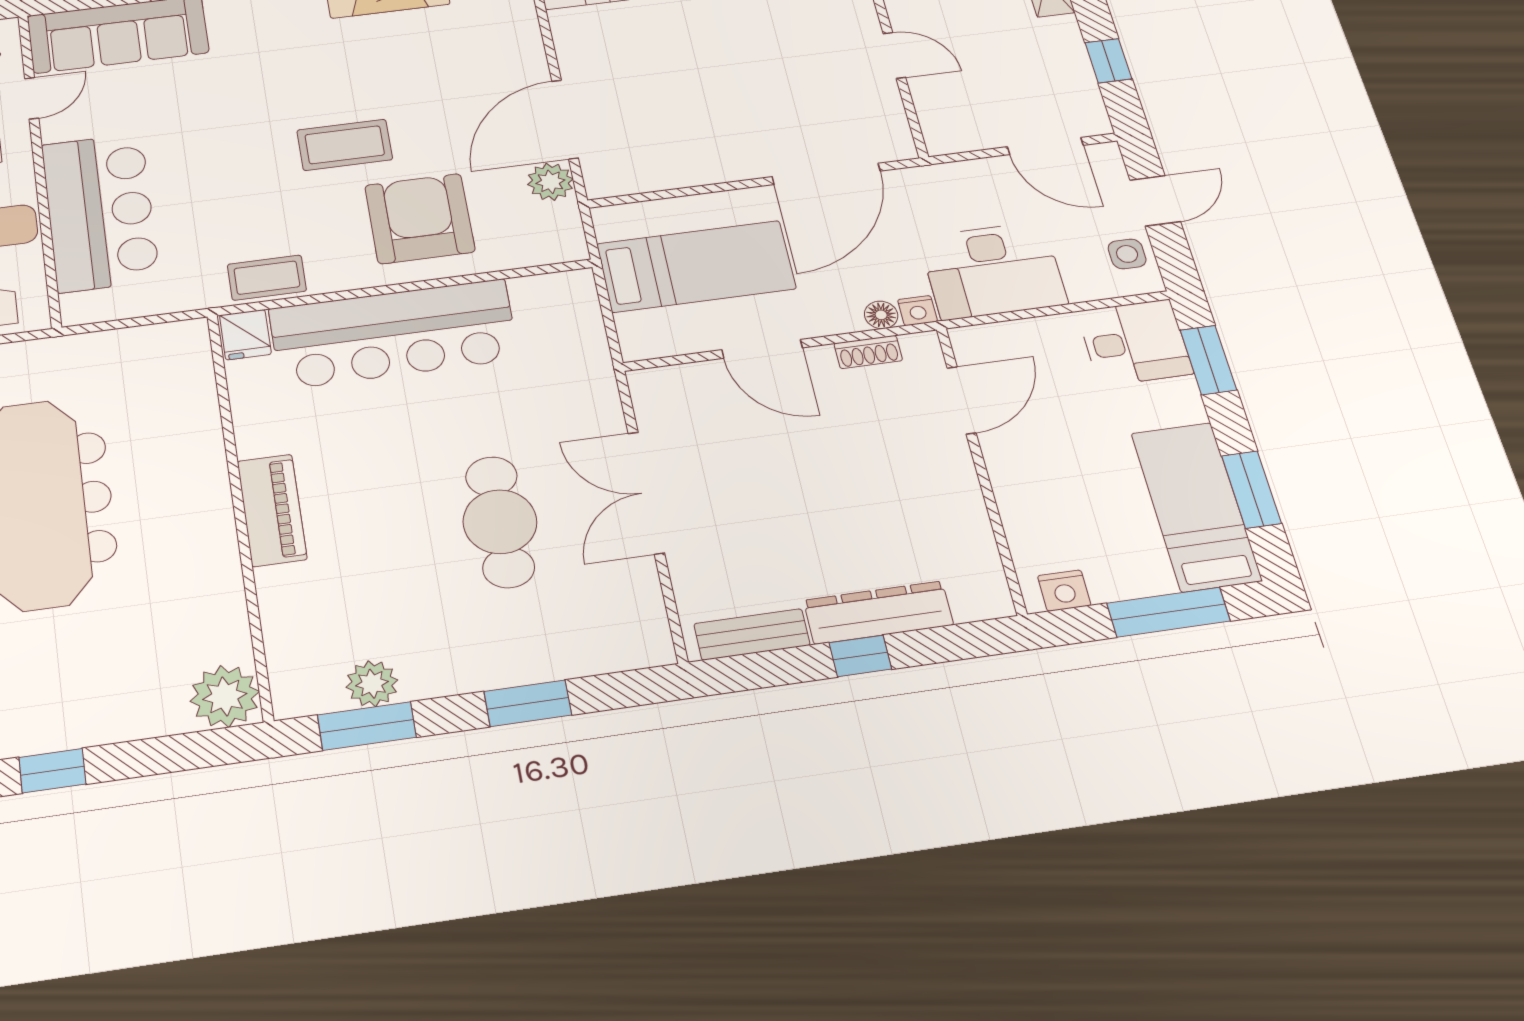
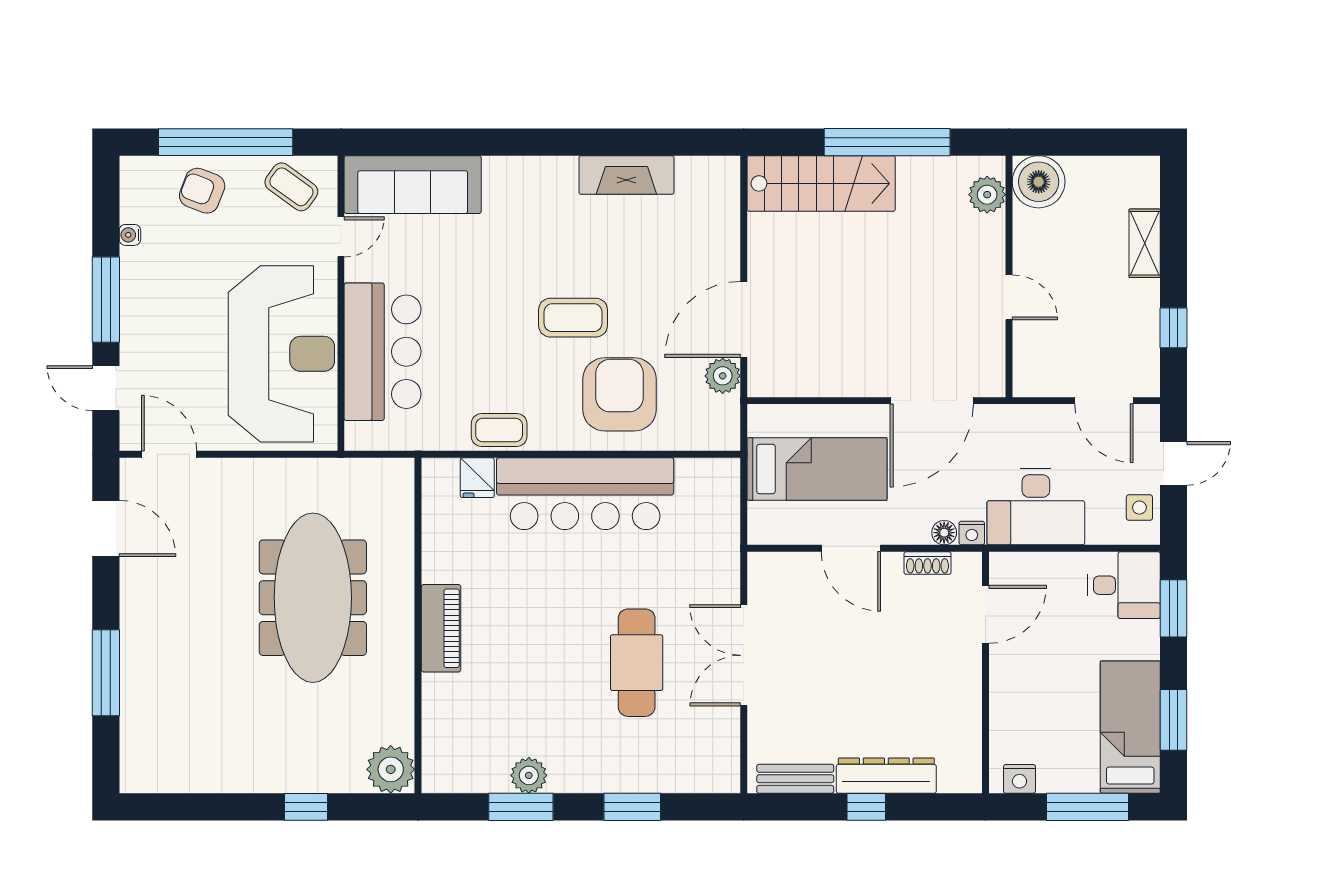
piano: (272, 510) -> (441, 628), moved
wall: (239, 511) -> (418, 626), moved
plant: (225, 696) -> (391, 769), moved

